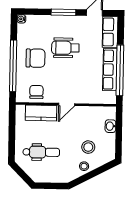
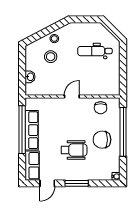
kitchen counter: (41, 113) -> (96, 88), removed

